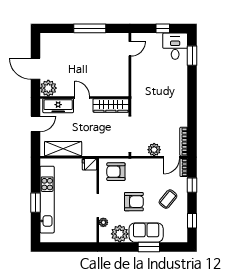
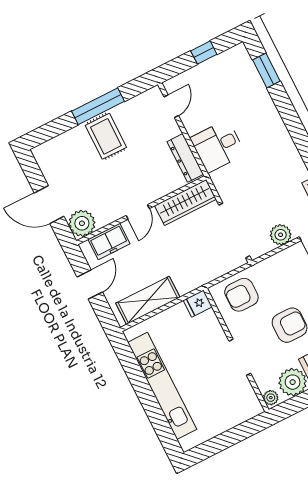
desk: (175, 46) -> (218, 146), moved, turned -90
rug: (86, 47) -> (106, 136), added
dresser: (123, 81) -> (185, 158), added
door: (82, 97) -> (138, 212), swing flipped
freezer: (58, 106) -> (109, 242), width x0.71
window: (36, 203) -> (148, 399), removed
plant: (103, 222) -> (271, 398), moved

